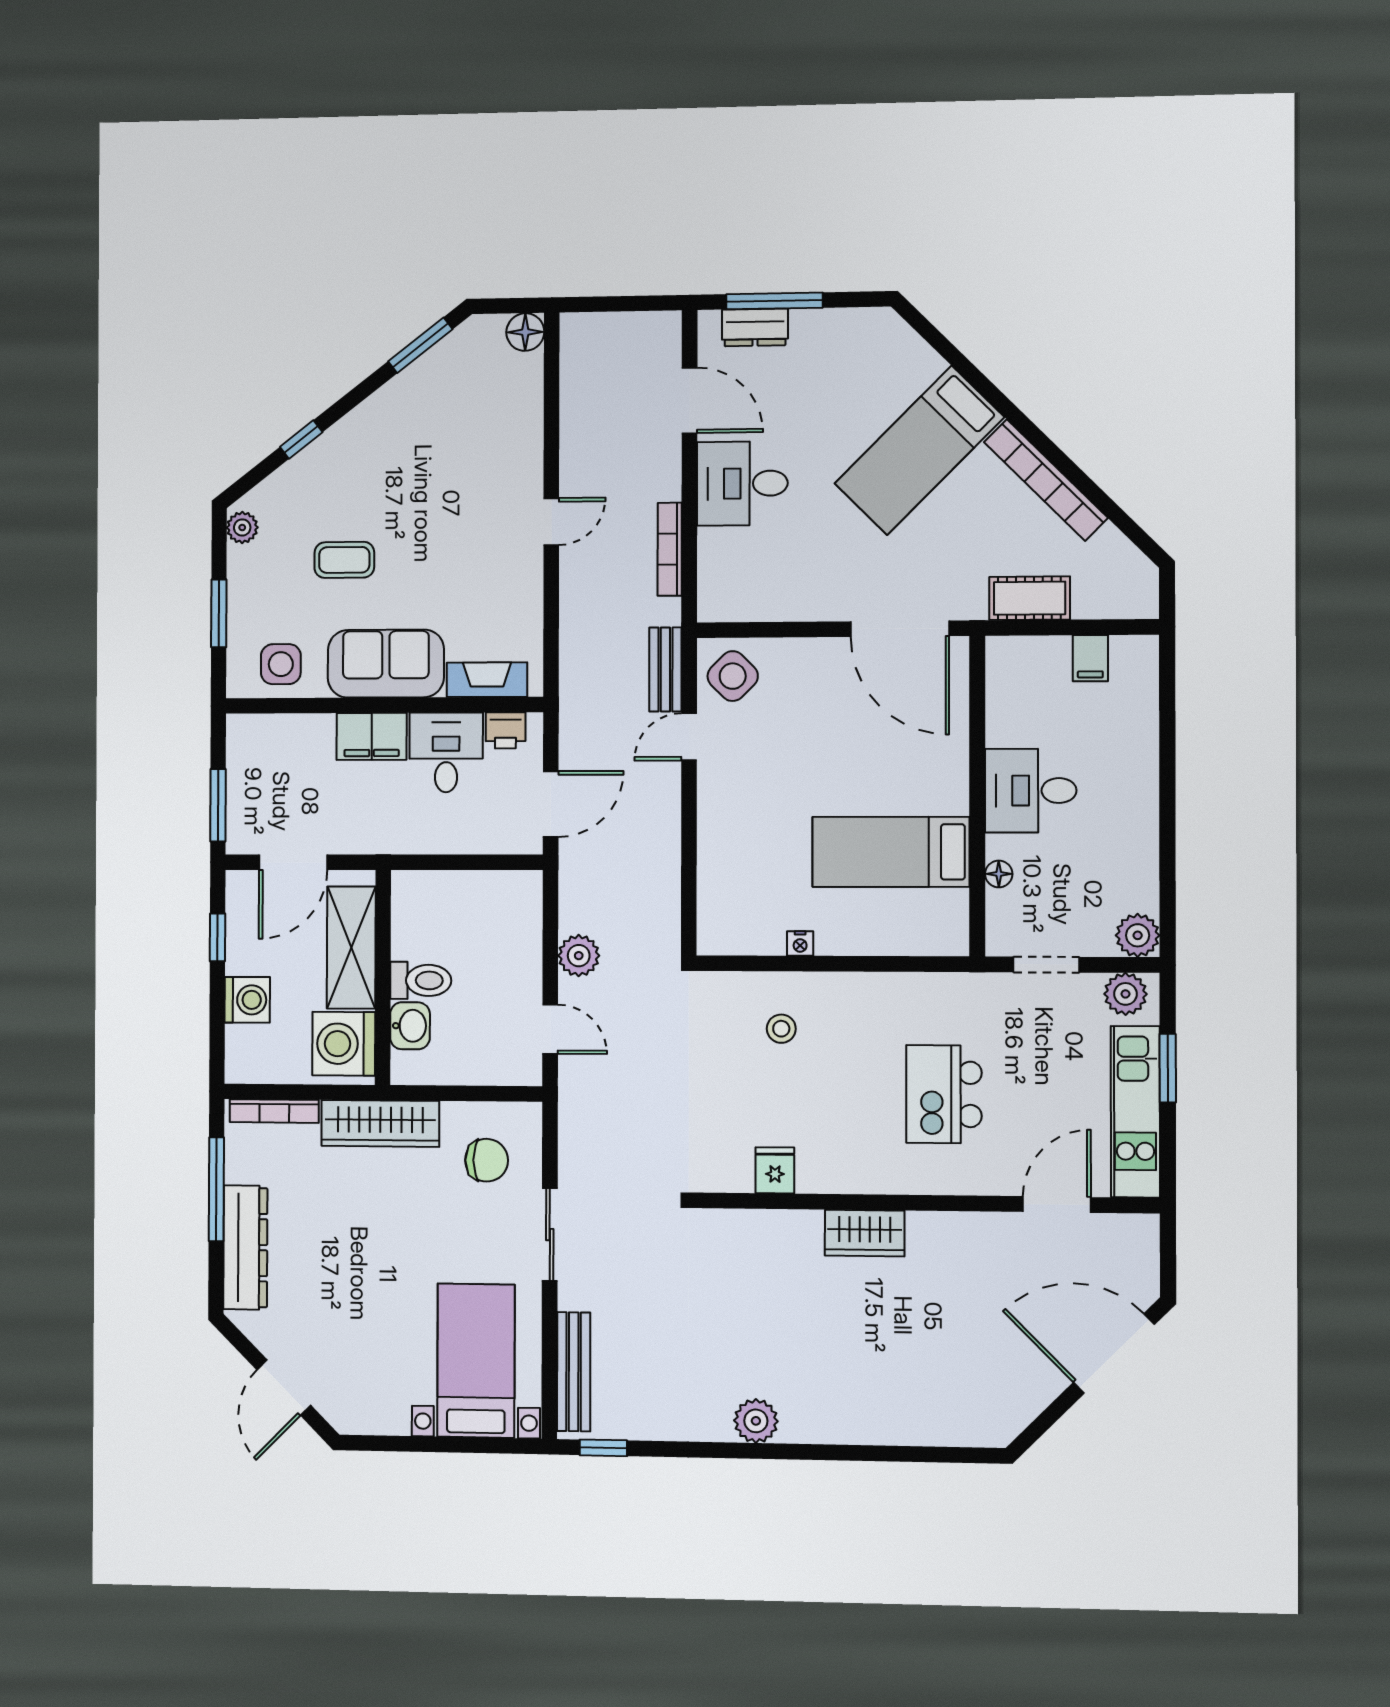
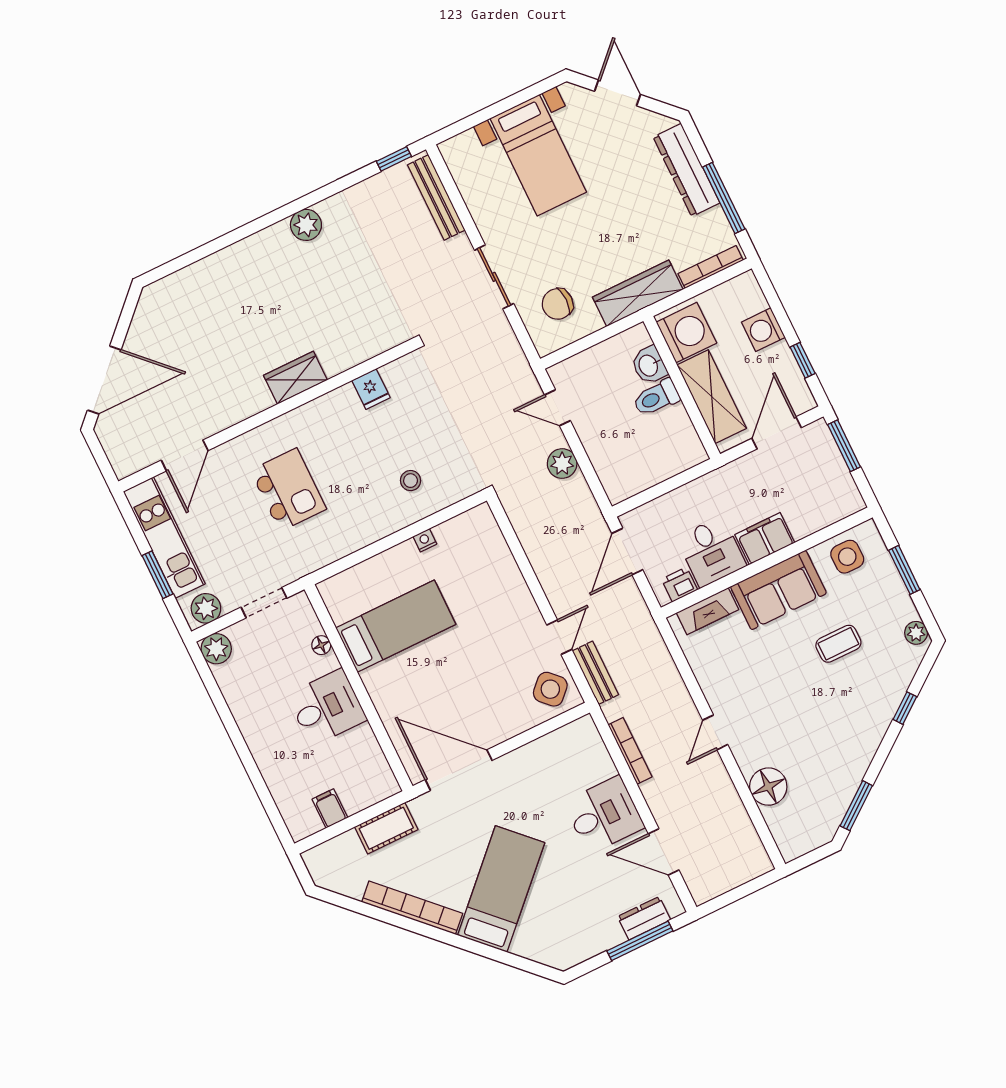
floor lamp: (525, 332) -> (768, 787), moved, width x1.38, depth x1.38
bed with nightstands: (476, 1361) -> (538, 155), moved

